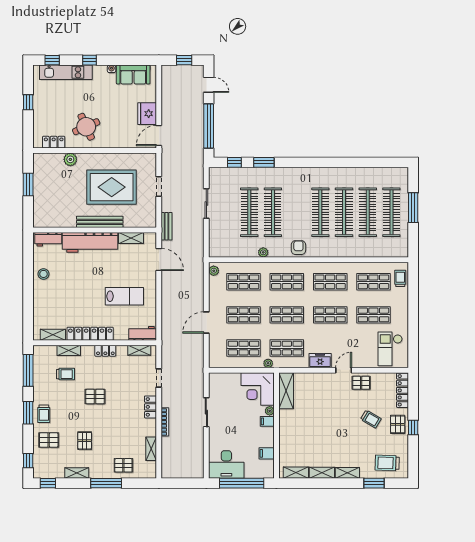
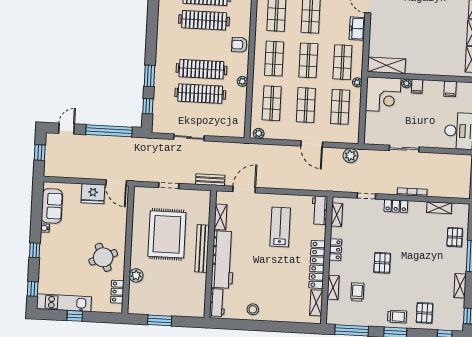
kitchen unit: (66, 72) -> (64, 303), moved, turned -90
plant: (197, 360) -> (350, 156), added
pallet: (85, 441) -> (427, 276), removed

